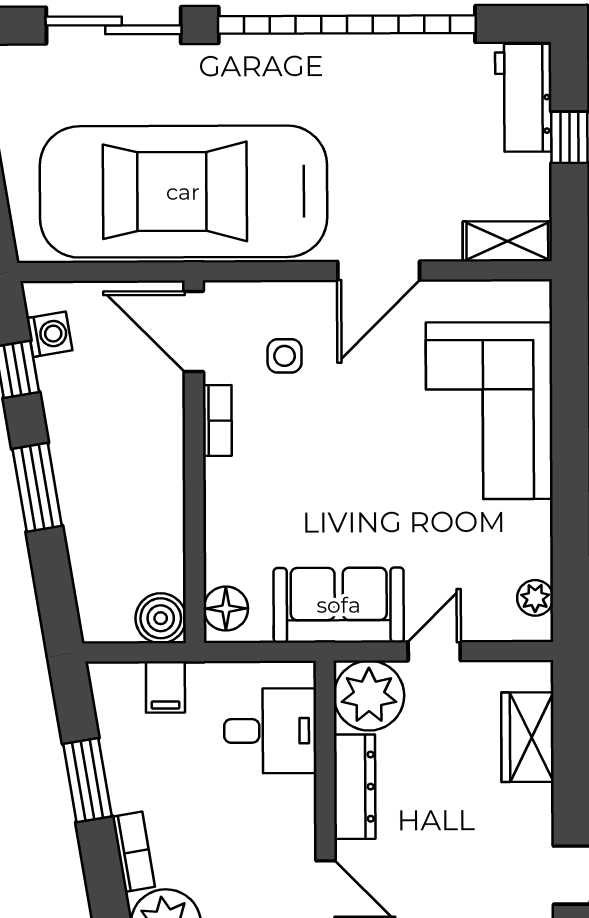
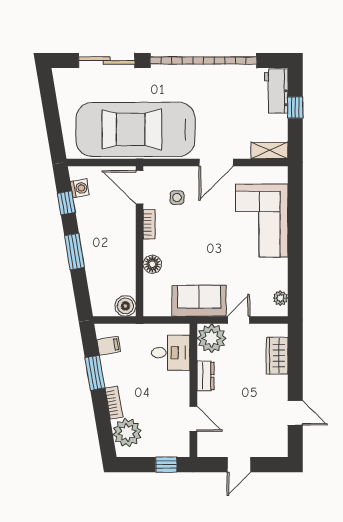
floor lamp: (226, 609) -> (152, 264), moved
filing cabinet: (165, 687) -> (109, 346), moved, turned -100
dresser: (355, 787) -> (205, 376), width x0.70

